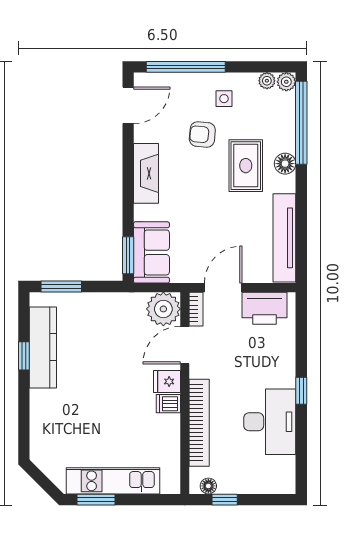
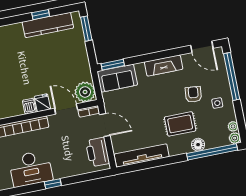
floor lamp: (285, 164) -> (198, 145), moved

